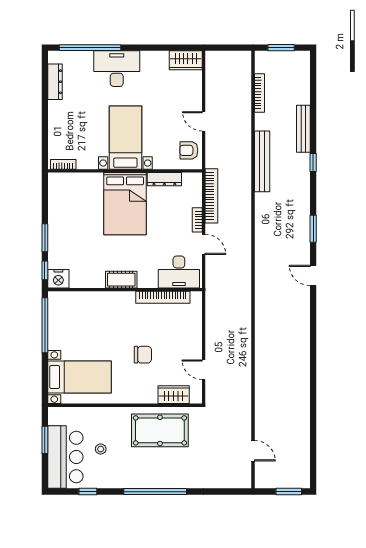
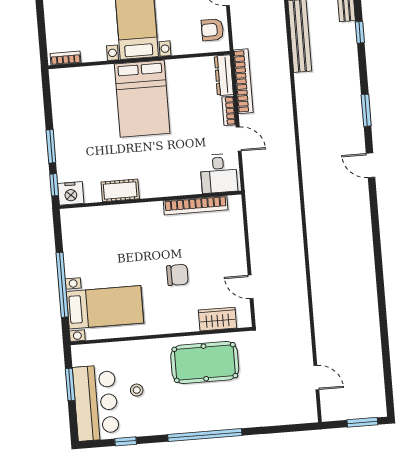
dresser: (164, 179) -> (224, 75), moved, turned 90
desk: (179, 272) -> (219, 173), width x0.73
cot: (121, 280) -> (120, 190), moved
window: (45, 325) -> (62, 285), moved

